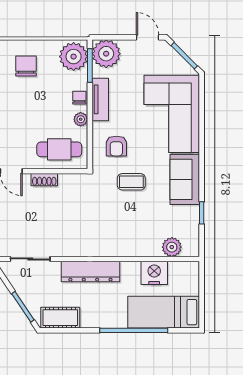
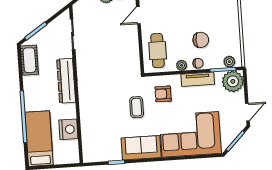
plant: (74, 57) -> (229, 62), width x0.53, depth x0.53
chair: (26, 66) -> (201, 40), moved
shoe rack: (44, 180) -> (134, 41), removed
plant: (172, 247) -> (89, 141), removed

